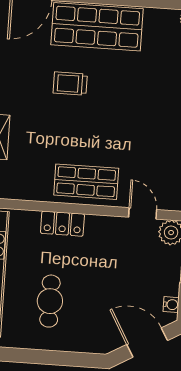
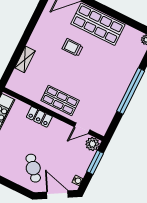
door: (143, 213) -> (82, 128), swing flipped
cafe table: (50, 301) -> (33, 168), moved, turned -40

